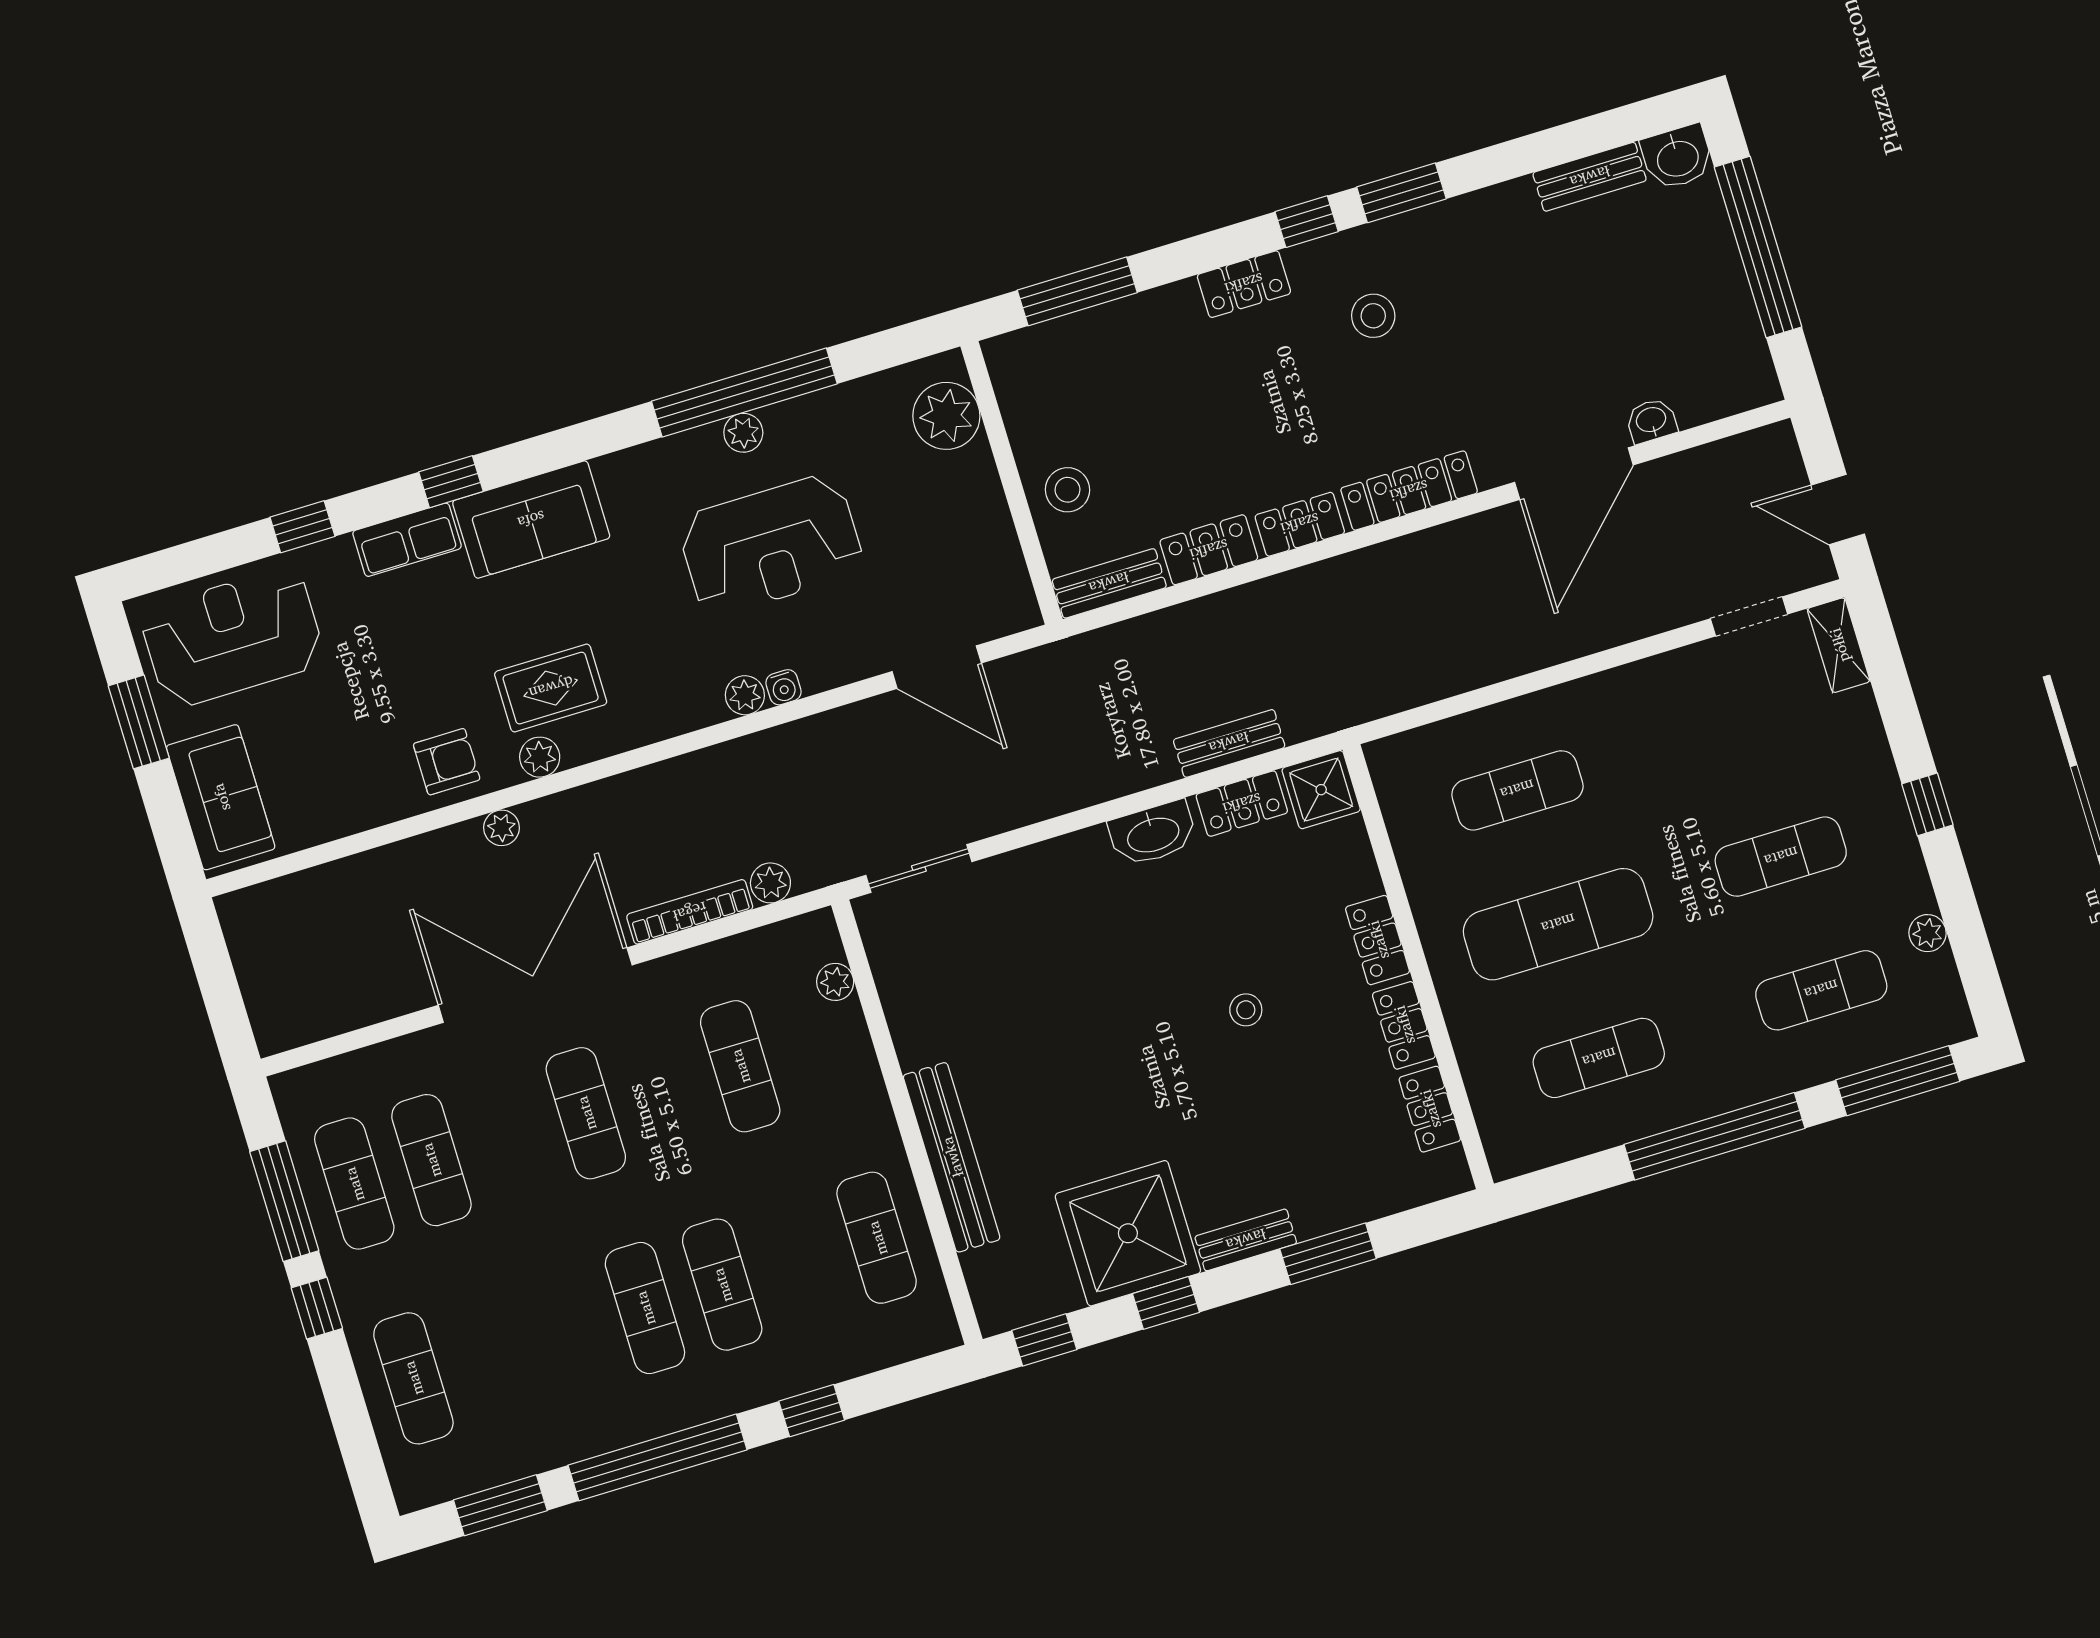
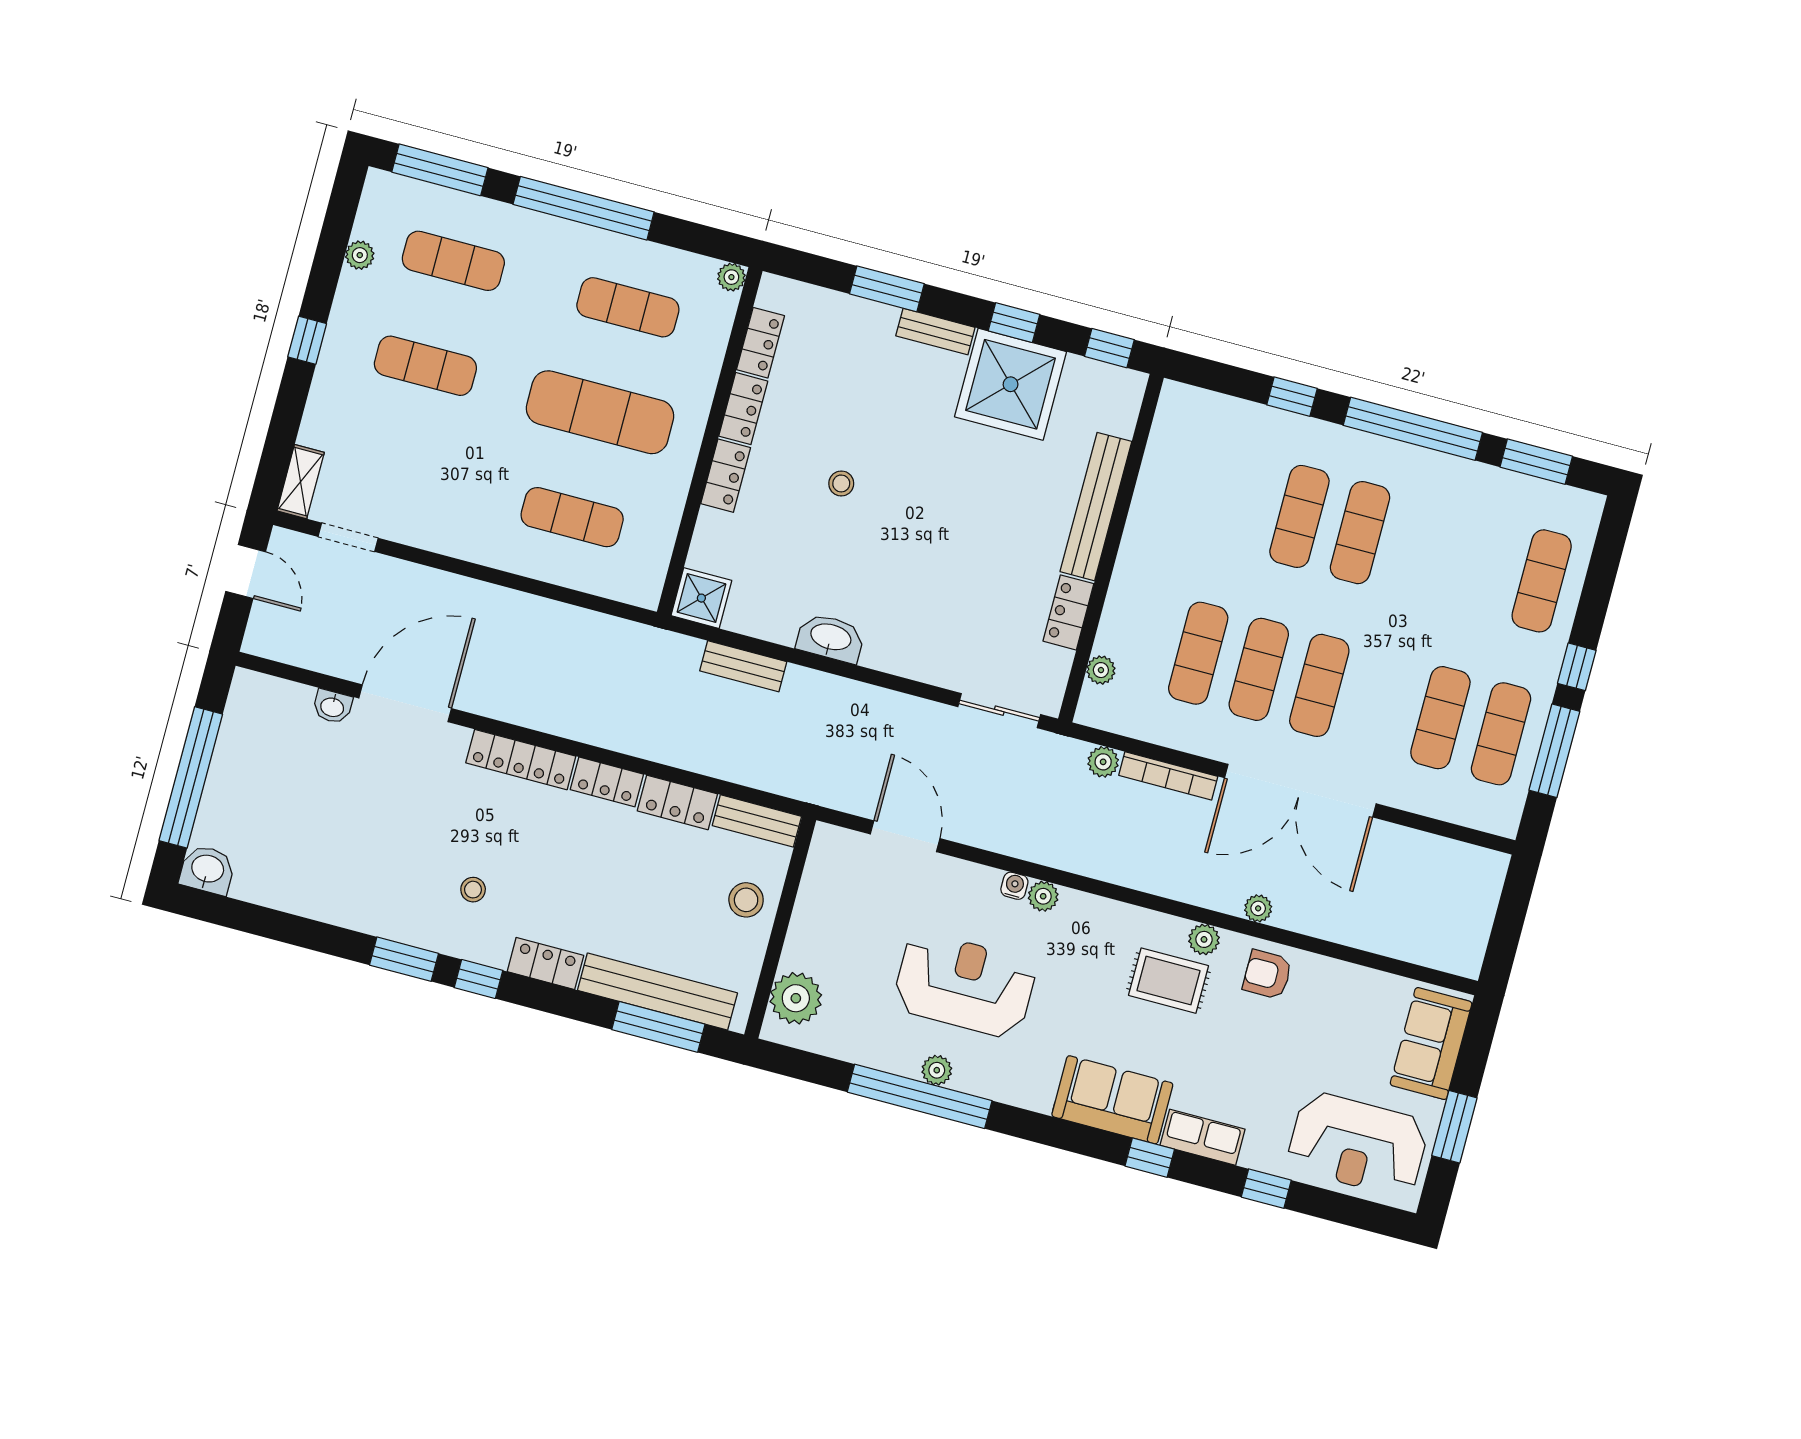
bench: (1590, 177) -> (658, 992), moved, width x1.86, depth x1.21
stool: (1373, 316) -> (473, 890), width x0.73, depth x0.73
locker: (1242, 804) -> (1068, 612), moved, turned -90
plant: (1506, 1161) -> (731, 277), added
exercise mat: (877, 1238) -> (1259, 669), moved

